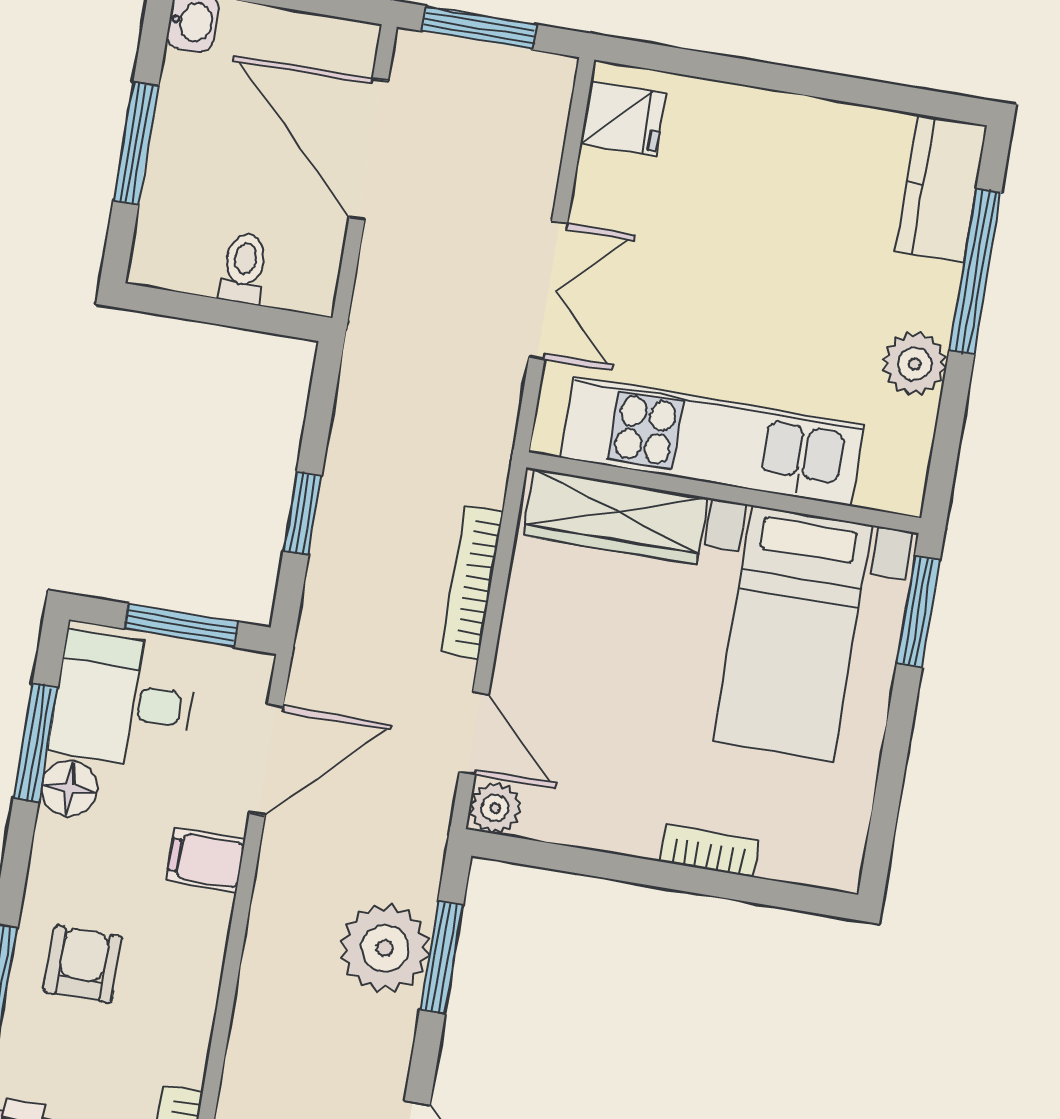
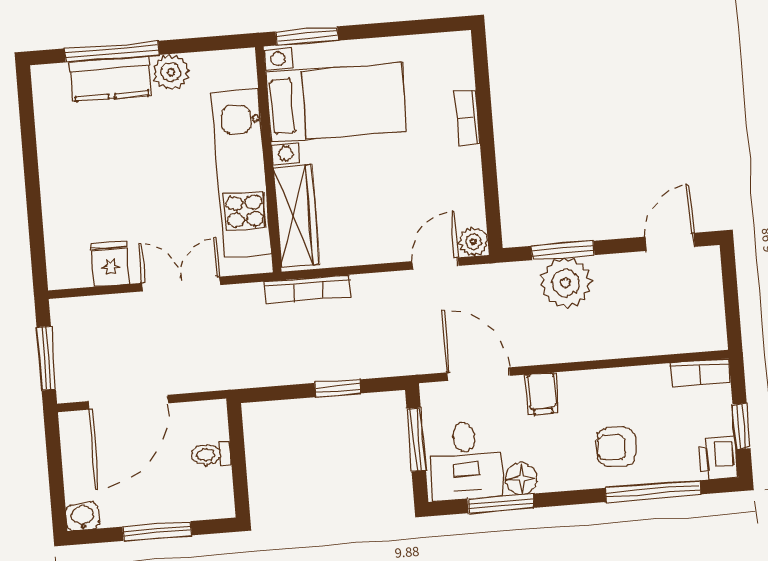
fridge: (623, 119) -> (110, 264), moved
kitchen counter: (941, 189) -> (111, 79), moved
bookcase: (472, 582) -> (308, 289), moved

